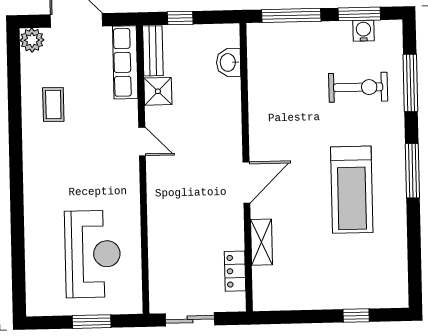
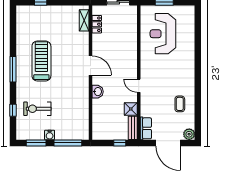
water cooler: (363, 31) -> (50, 135), moved
row of seats: (125, 62) -> (146, 128), width x0.68
washbasin: (229, 62) -> (98, 92), moved
window: (410, 83) -> (13, 110), width x0.46
door: (246, 182) -> (90, 65), swing flipped
shelving: (261, 242) -> (84, 20), moved

